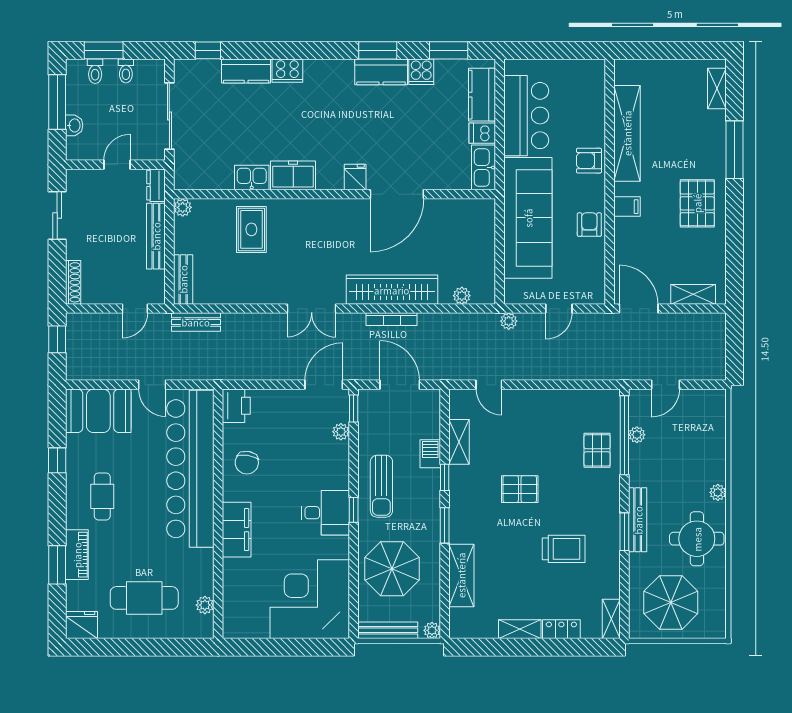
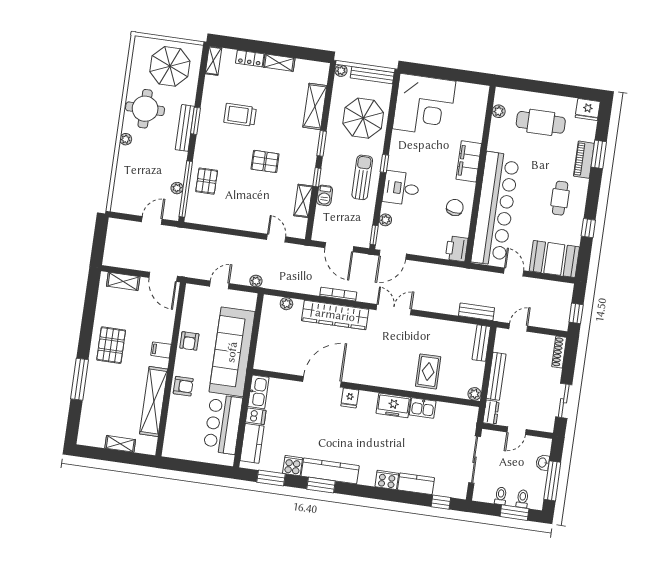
kitchen counter: (381, 72) -> (330, 471), width x1.50
shelving: (717, 88) -> (120, 444), moved, turned 90
desk: (325, 513) -> (401, 188), moved

